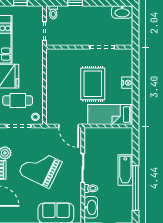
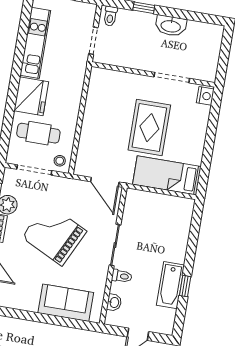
washbasin: (122, 12) -> (171, 26), moved
nightstand: (127, 83) -> (205, 96), moved
bathtub: (125, 170) -> (170, 285), moved
window: (135, 188) -> (185, 286), width x0.32
washbasin: (91, 207) -> (114, 302), width x0.52, depth x0.69

